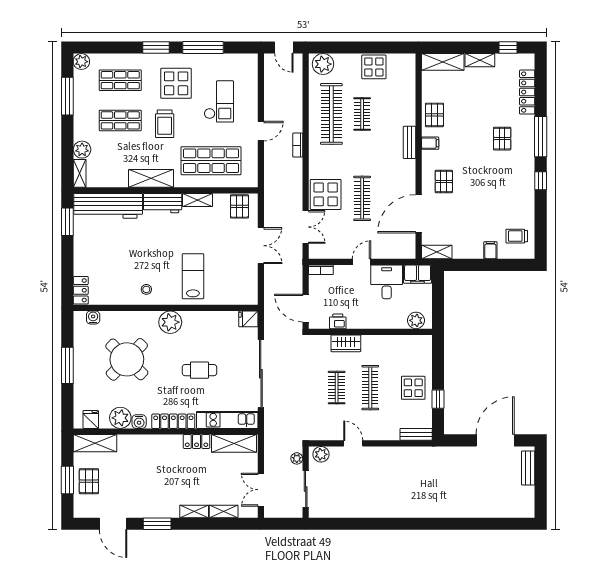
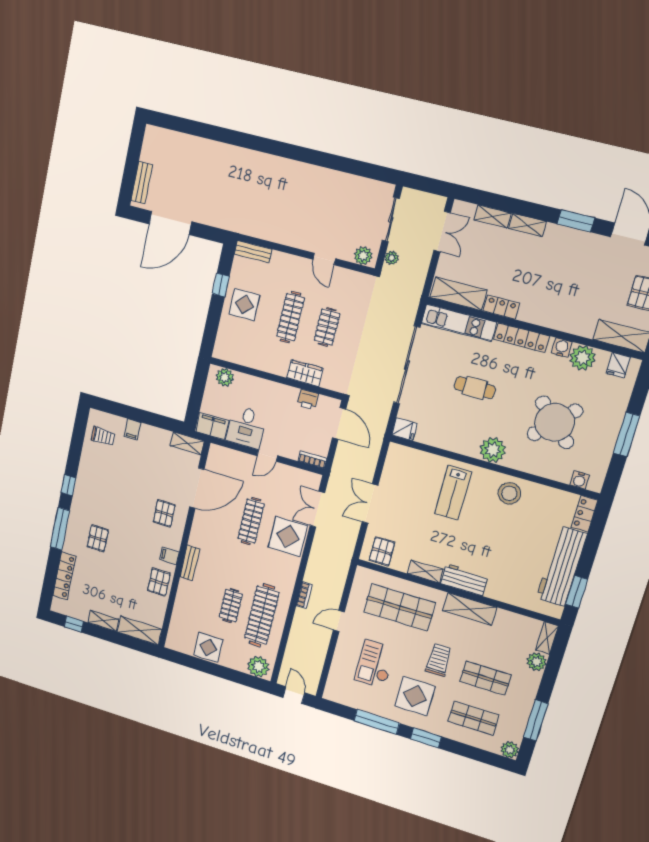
workbench: (108, 206) -> (562, 566), moved, turned -90
stool: (146, 289) -> (509, 493), width x1.89, depth x1.89

